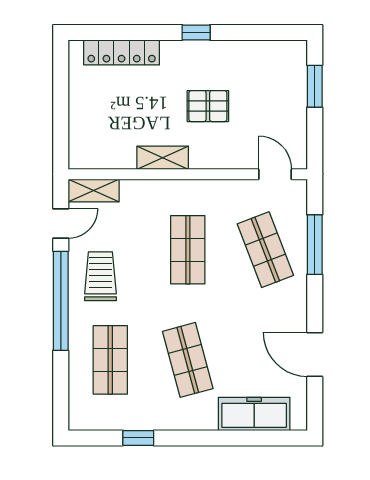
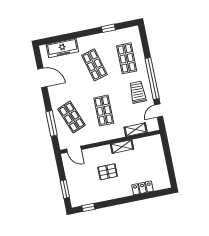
window: (196, 32) -> (88, 207), moved
locker: (122, 52) -> (142, 188), width x0.66
shelving: (94, 190) -> (136, 130), moved
trolley: (100, 276) -> (138, 92), turned 180

